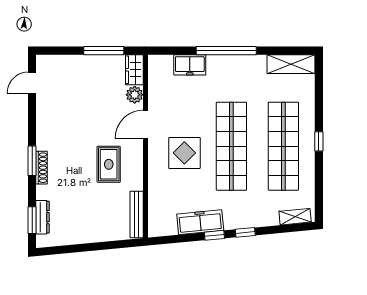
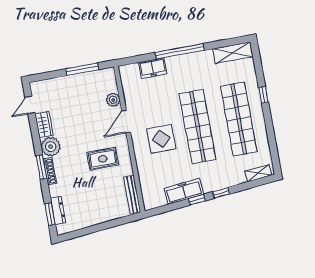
wardrobe: (134, 70) -> (44, 124), moved, turned 180
plant: (48, 138) -> (51, 147), added
window: (319, 141) -> (263, 95), moved
rug: (109, 164) -> (103, 159), turned 90

